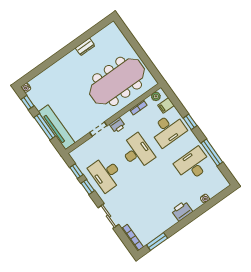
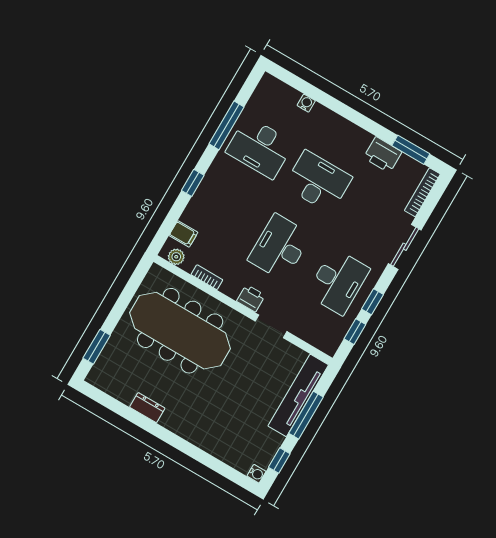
window: (128, 35) -> (97, 347), added
desk: (168, 130) -> (318, 182), moved
printer: (182, 211) -> (383, 155), moved

